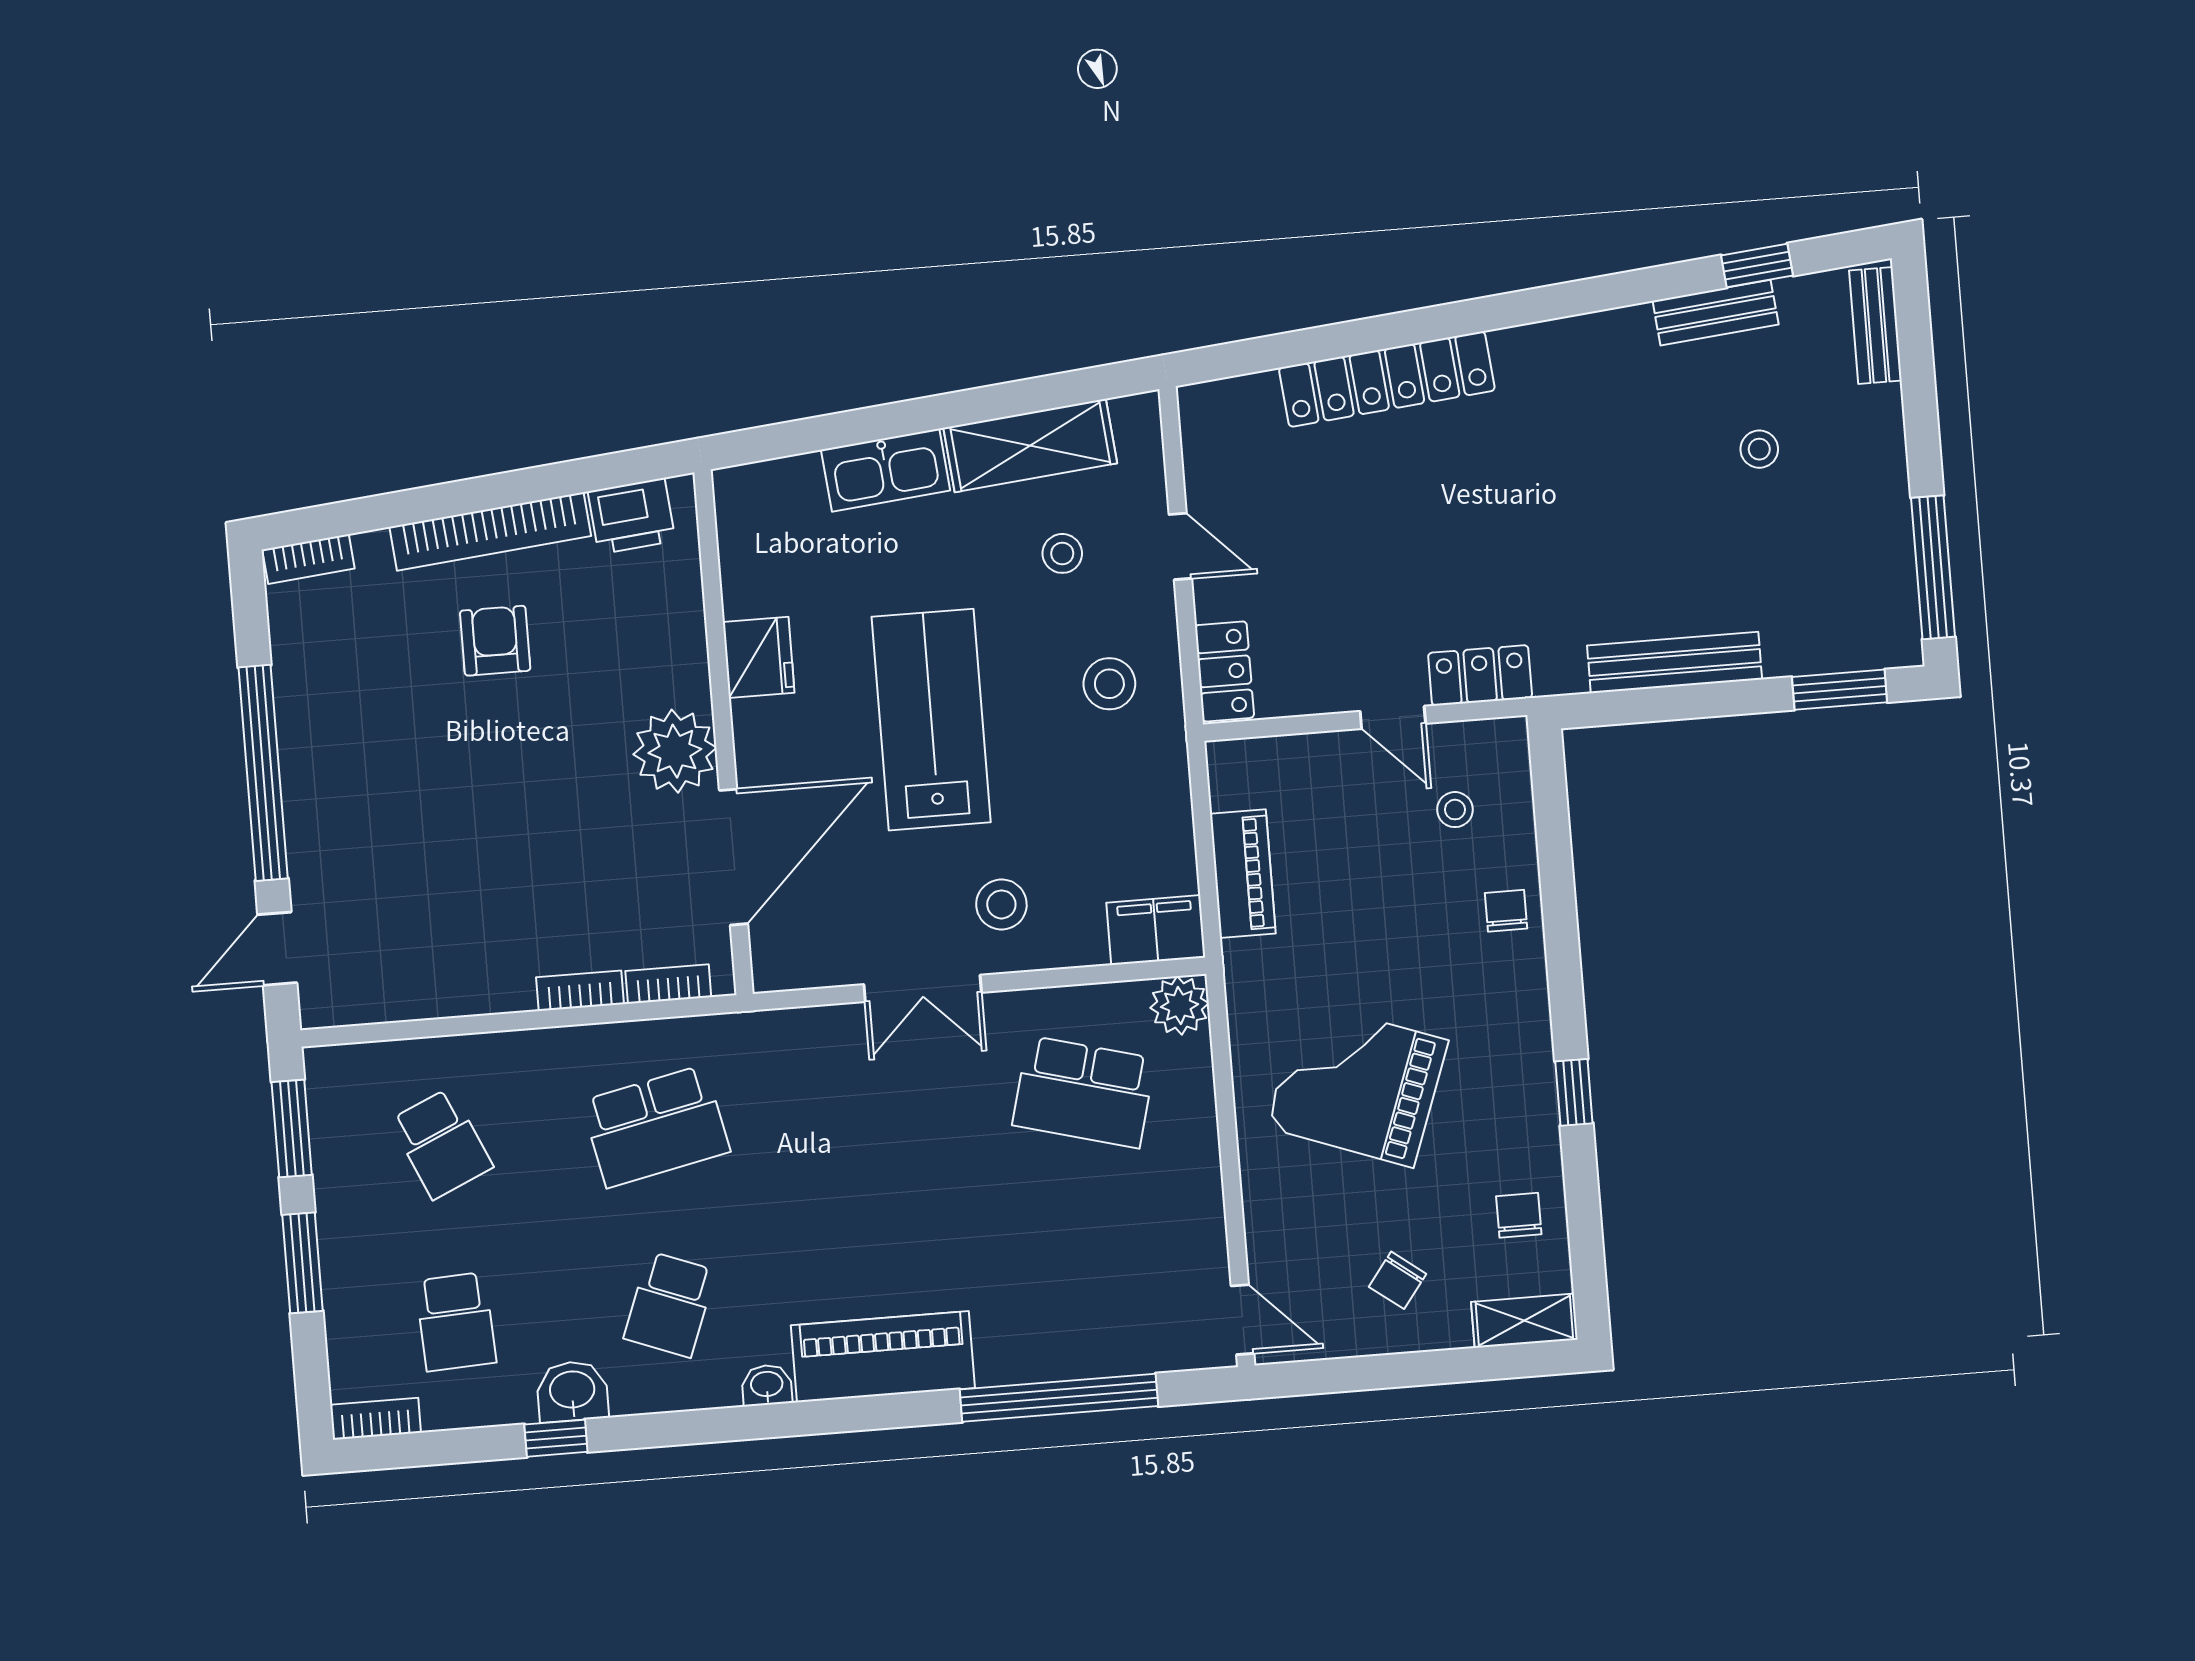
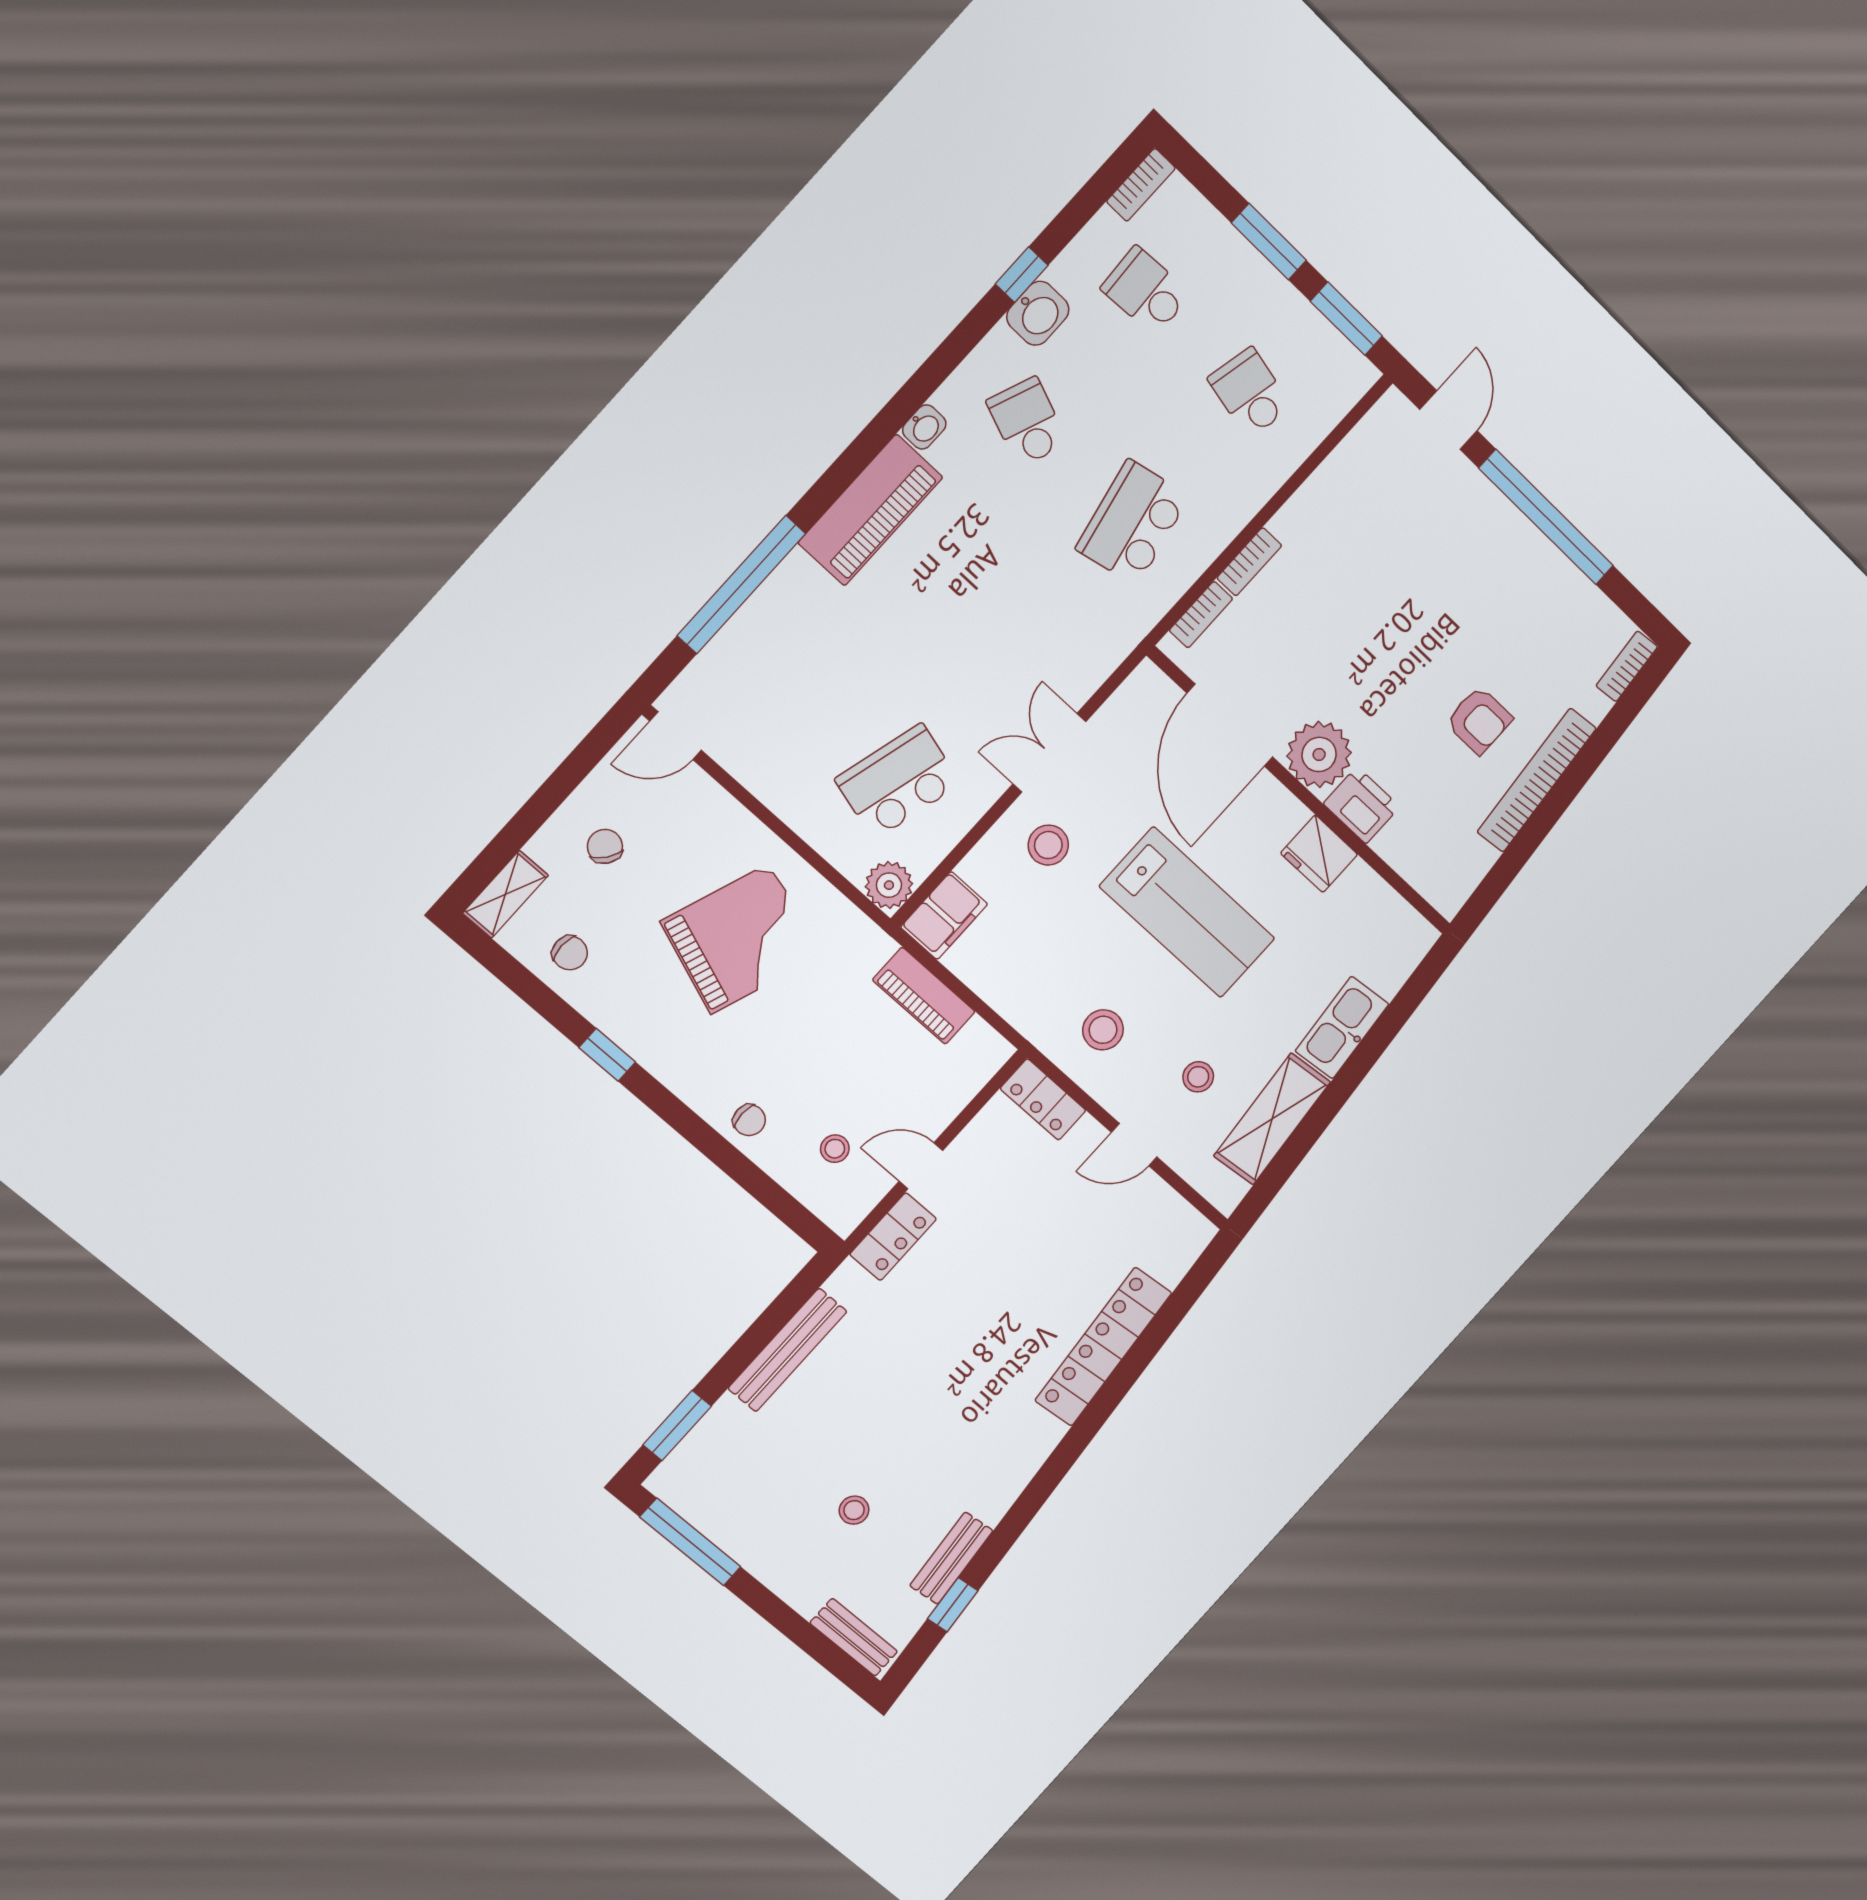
printer: (632, 516) -> (1362, 805), moved, turned 96
school desk: (441, 1144) -> (1250, 393), turned 36

